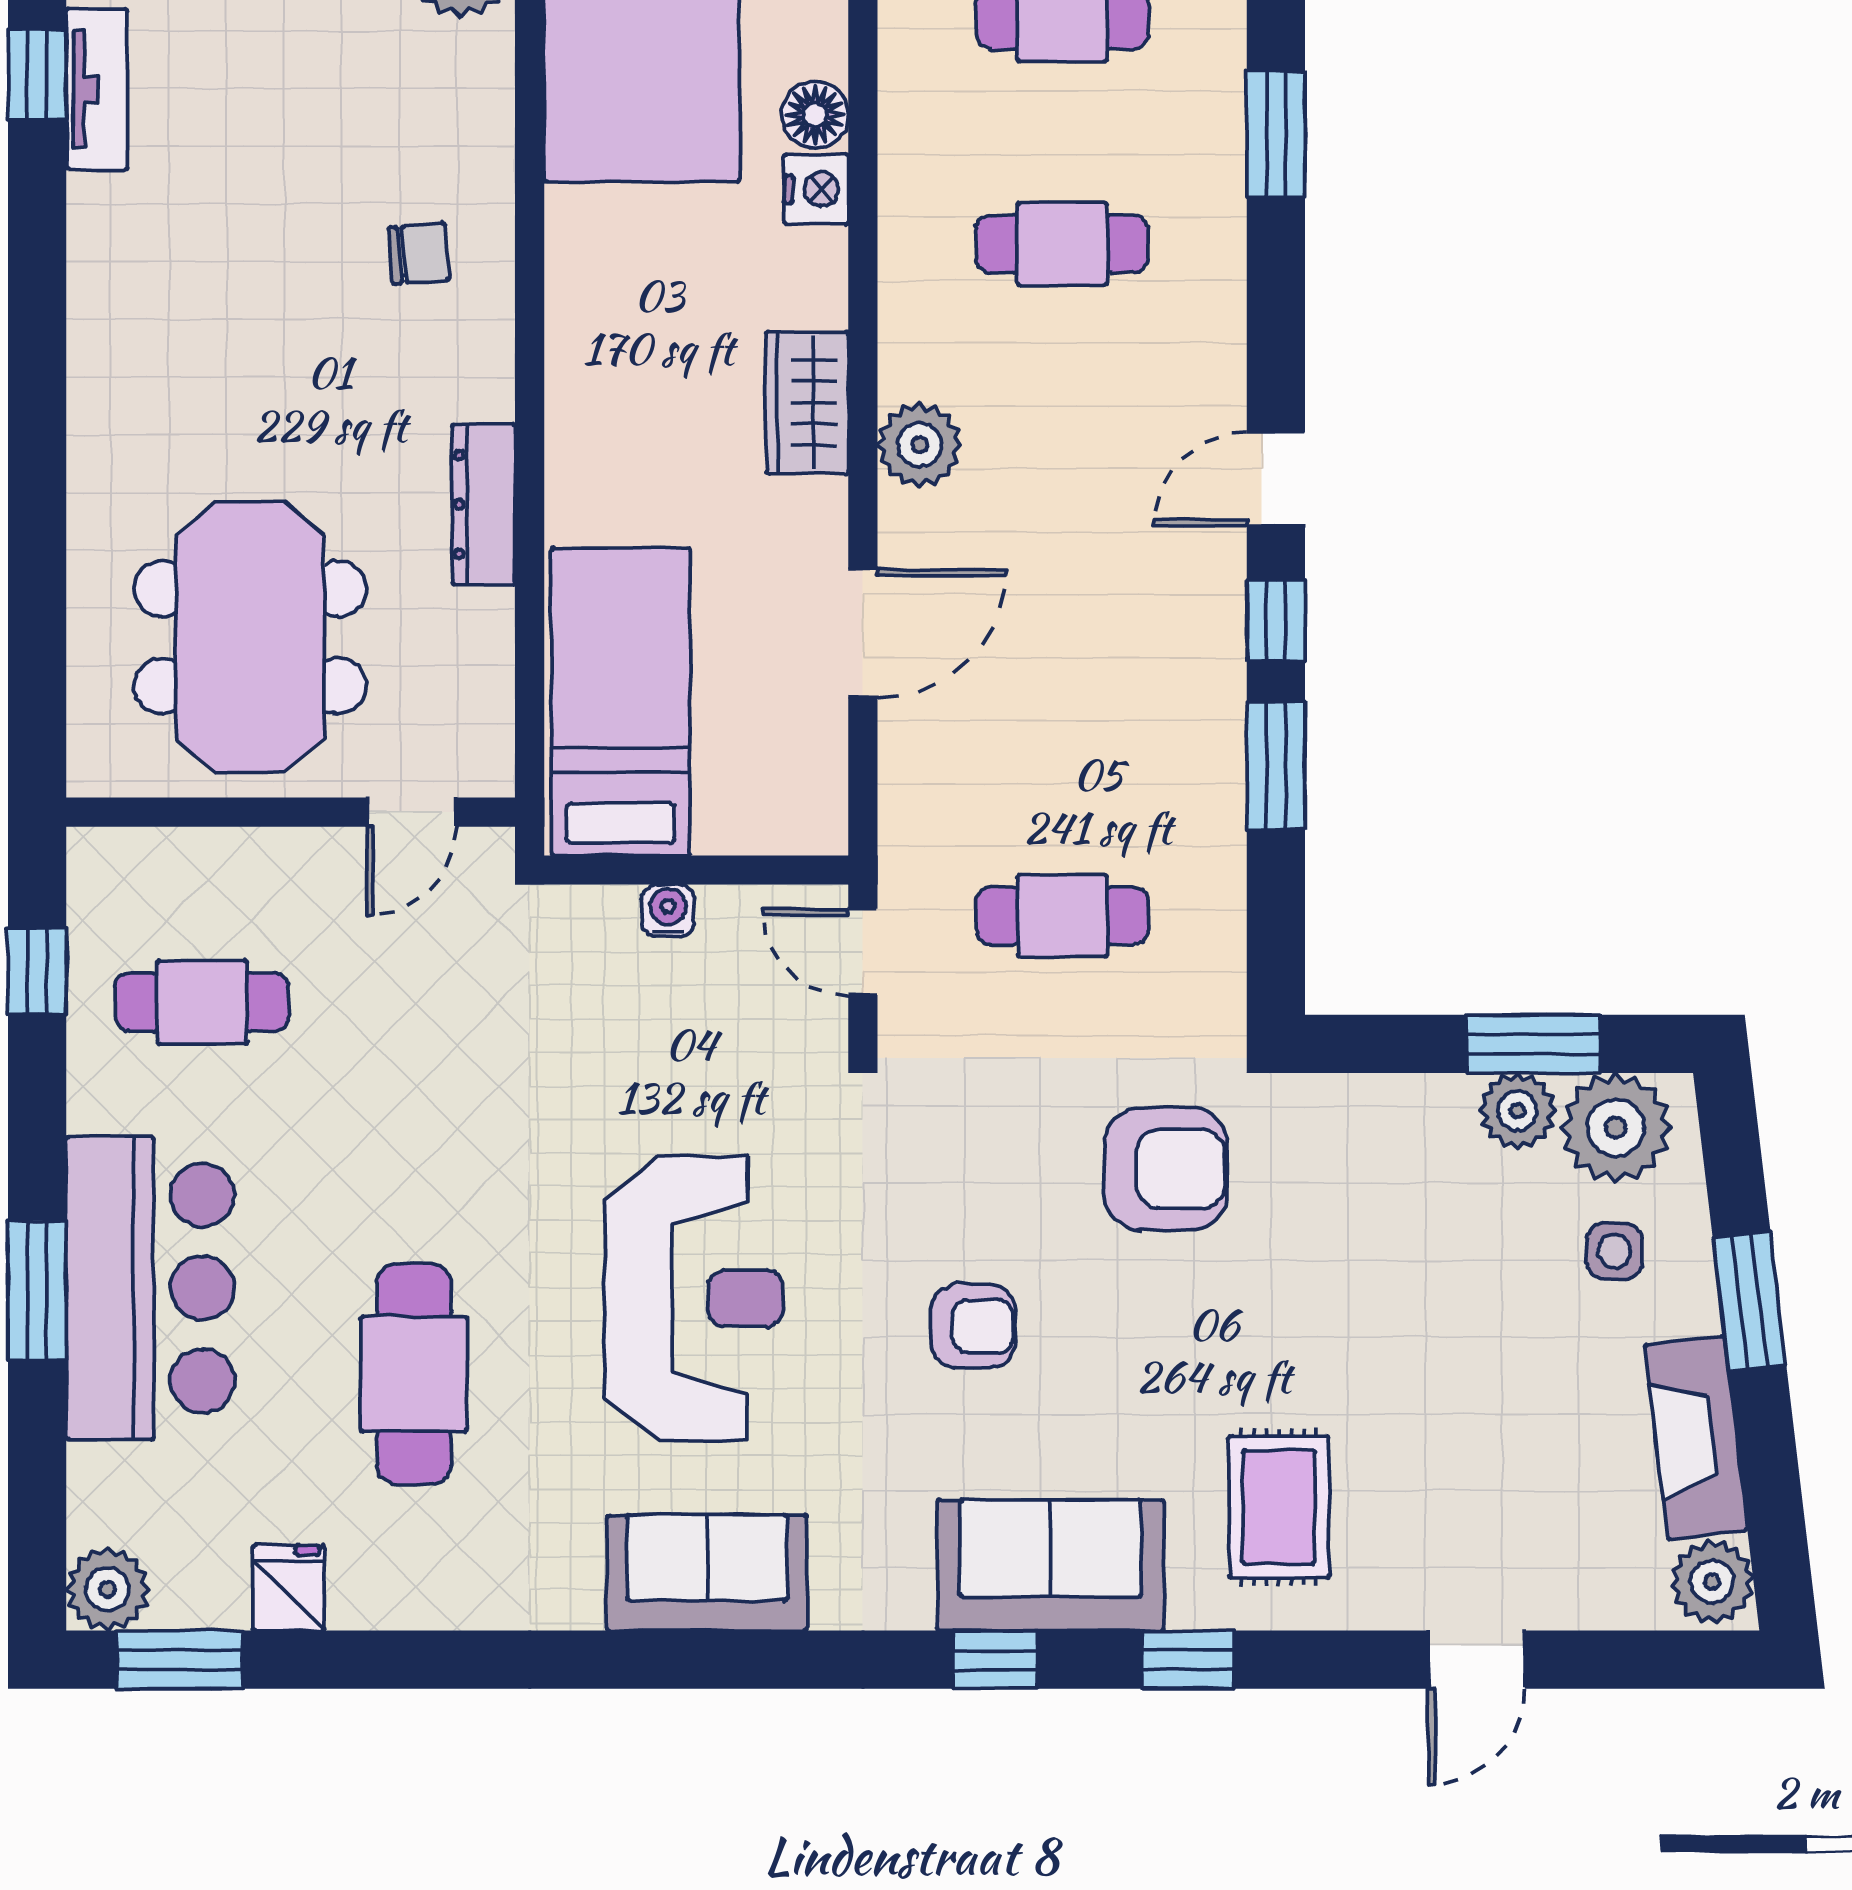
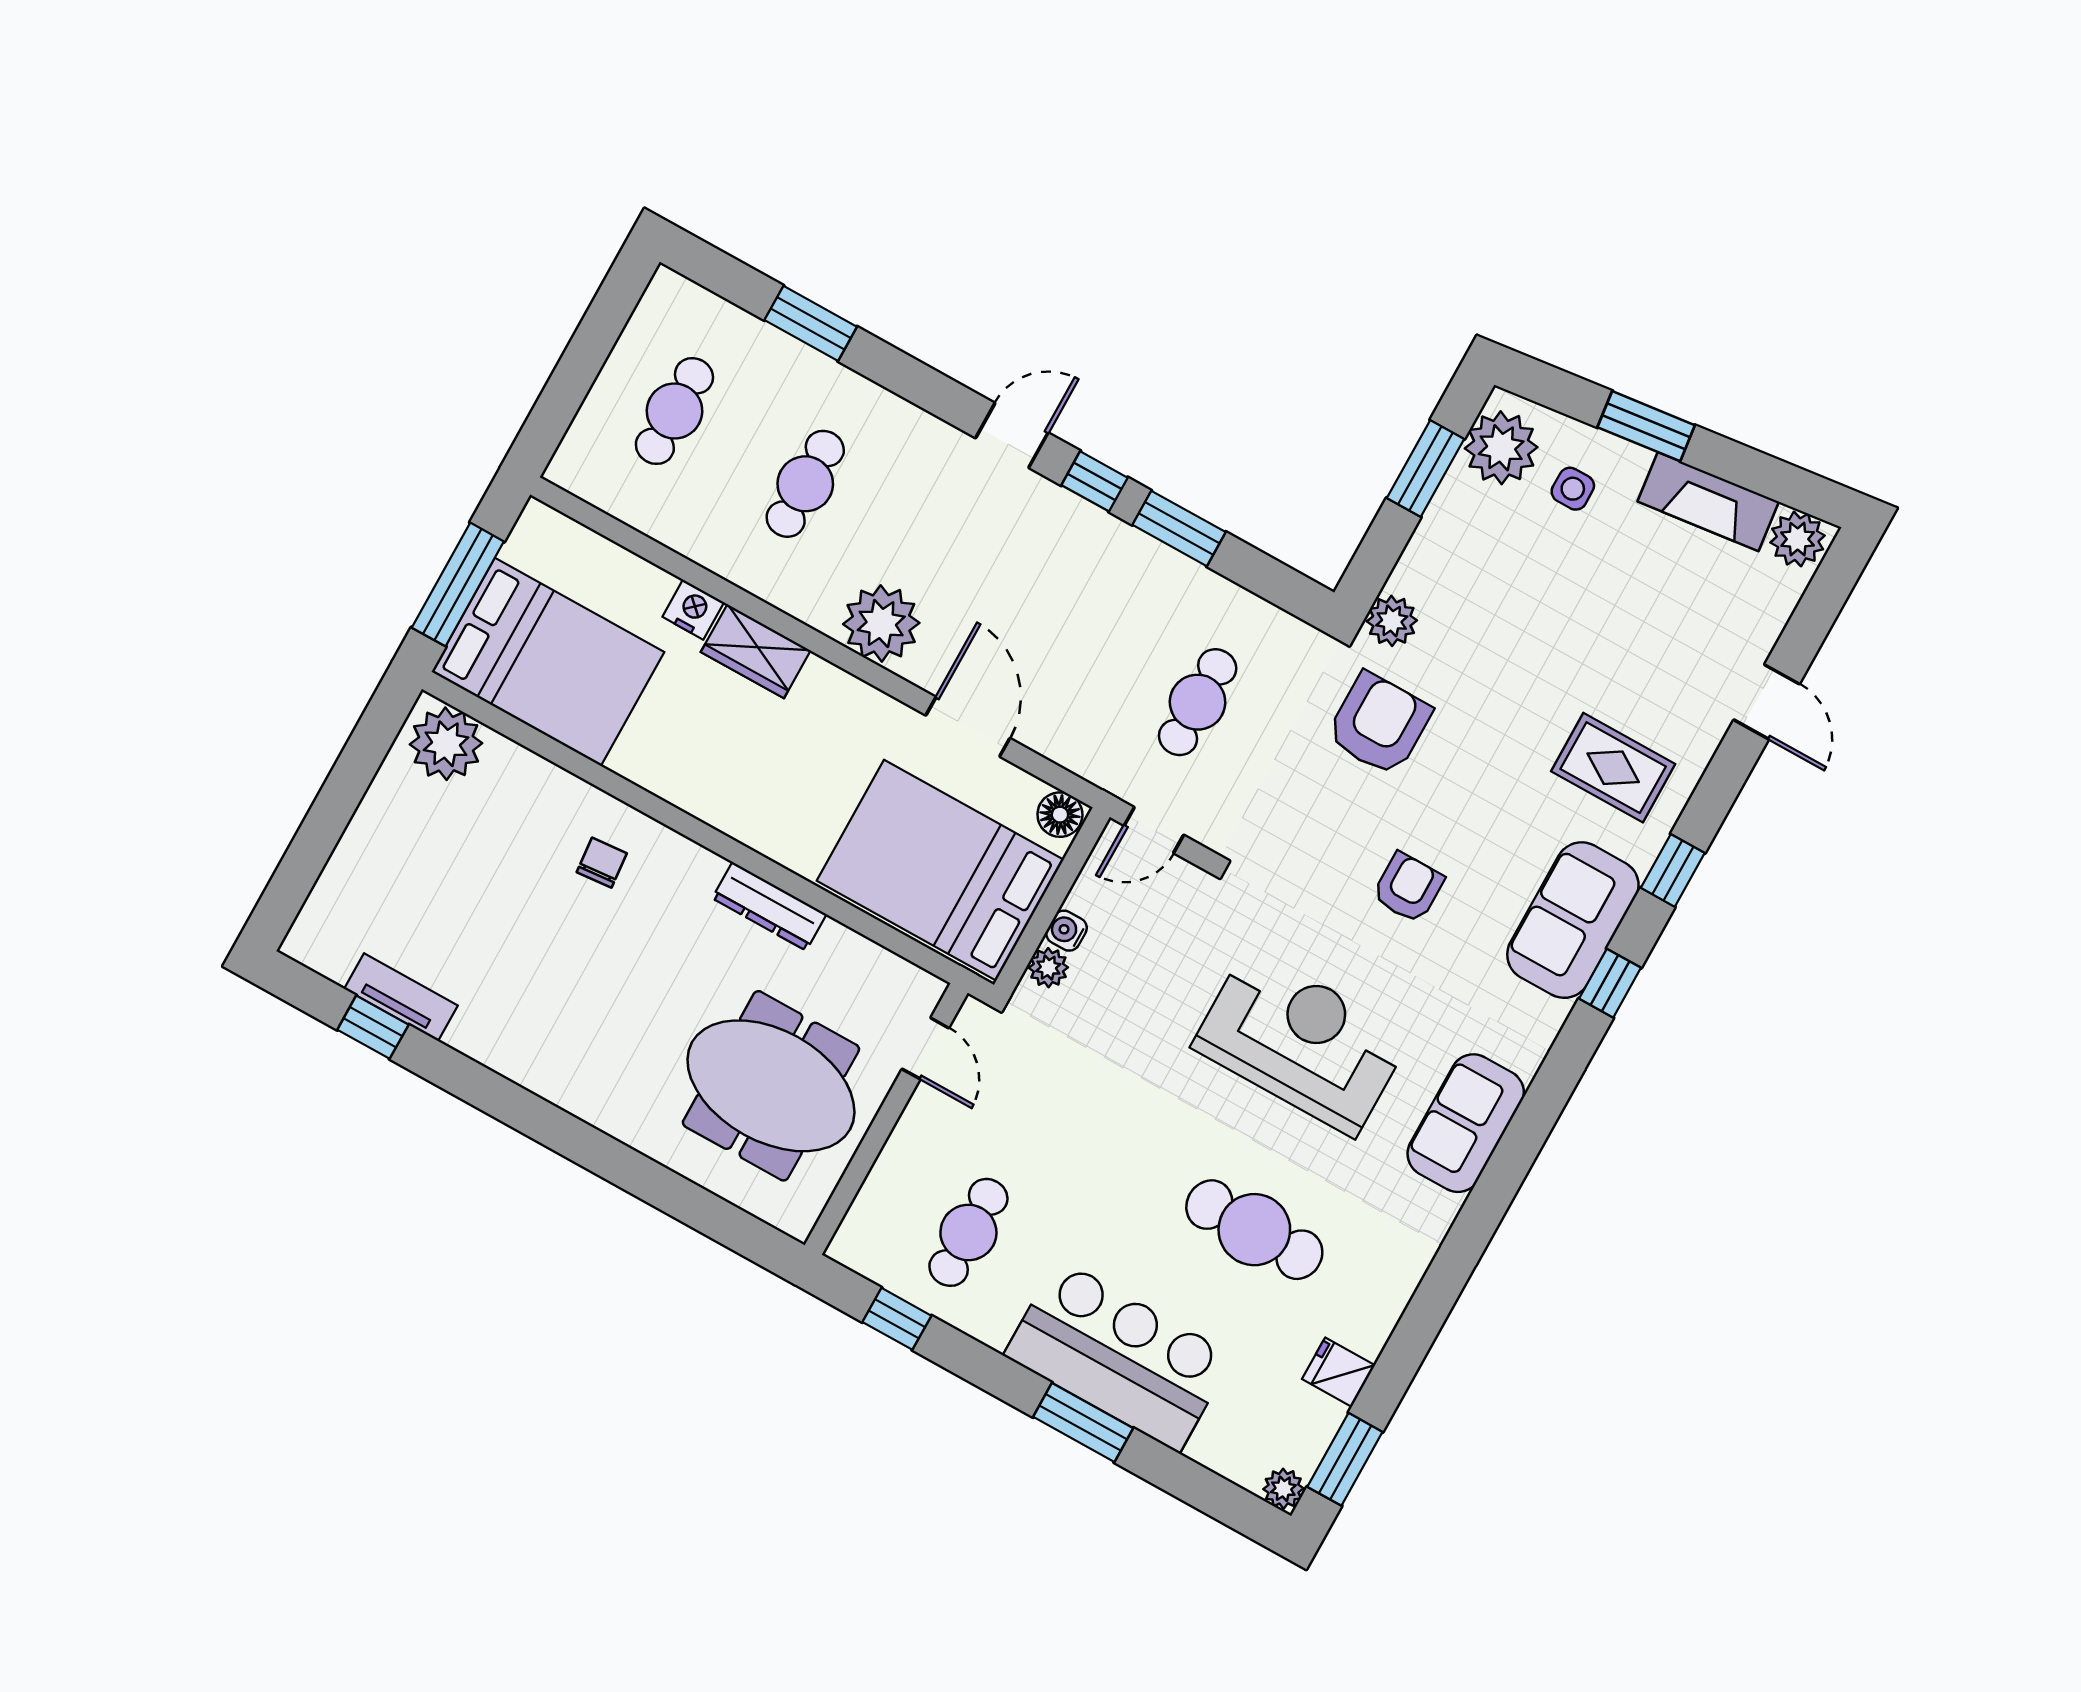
floor lamp: (815, 115) -> (1060, 815), moved
wardrobe: (807, 403) -> (756, 651), moved
plant: (920, 445) -> (881, 623), width x1.36, depth x1.36
door: (1276, 479) -> (1012, 435), swing flipped
bed: (621, 702) -> (940, 870), width x1.50
plant: (607, 914) -> (1048, 968), added
plant: (1517, 1111) -> (1392, 621), moved
plant: (108, 1589) -> (1283, 1489), width x0.73, depth x0.73

